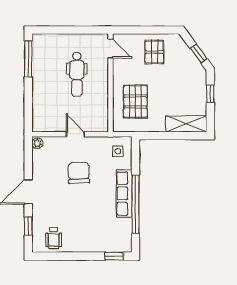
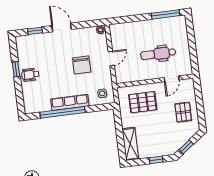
door: (110, 49) -> (172, 79), moved
pallet: (154, 52) -> (183, 112), turned 90
chair: (79, 173) -> (82, 65), turned 92
wheelchair: (54, 238) -> (30, 75), moved
window: (114, 256) -> (16, 69), moved

